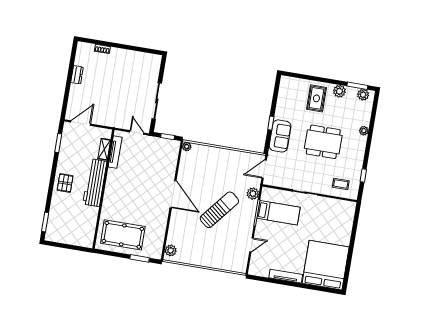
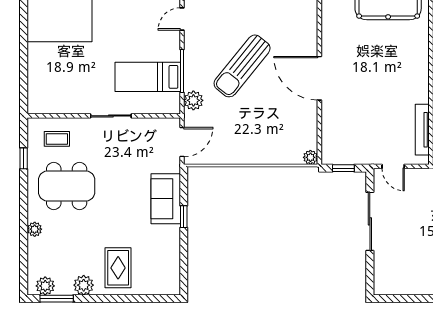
dining table: (323, 142) -> (67, 186), moved

